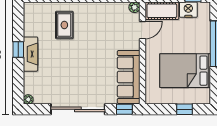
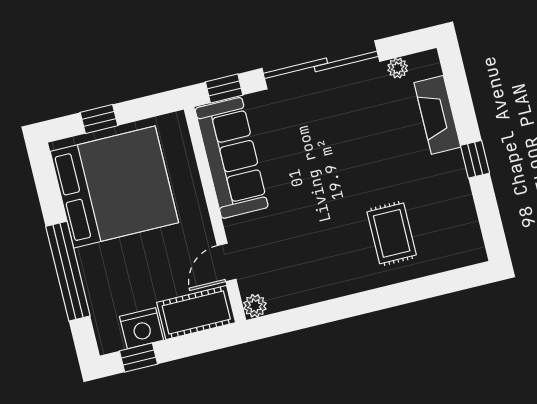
fireplace: (30, 54) -> (437, 115), moved
bed: (185, 71) -> (114, 187), width x1.36
plant: (28, 99) -> (398, 68), moved

